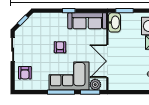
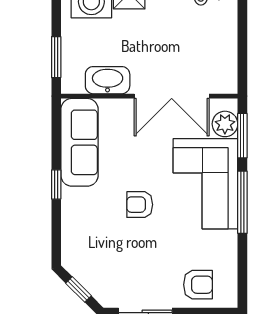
washbasin: (114, 22) -> (108, 80), moved

